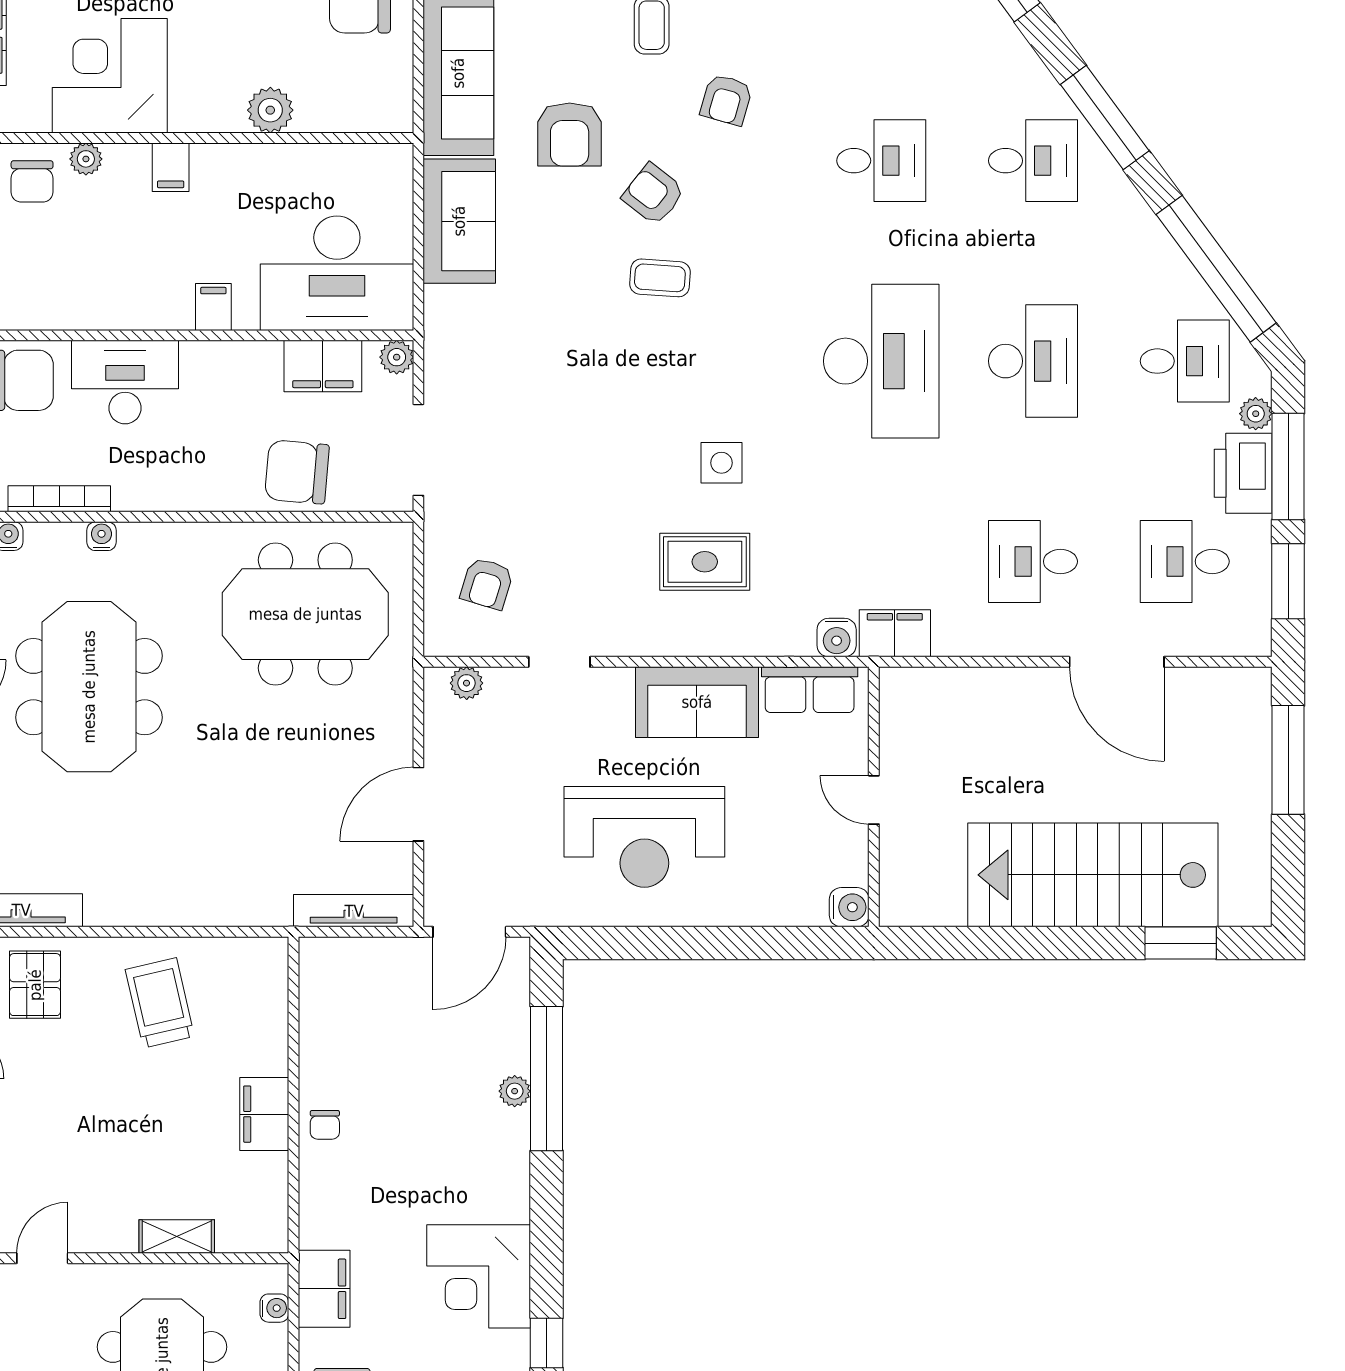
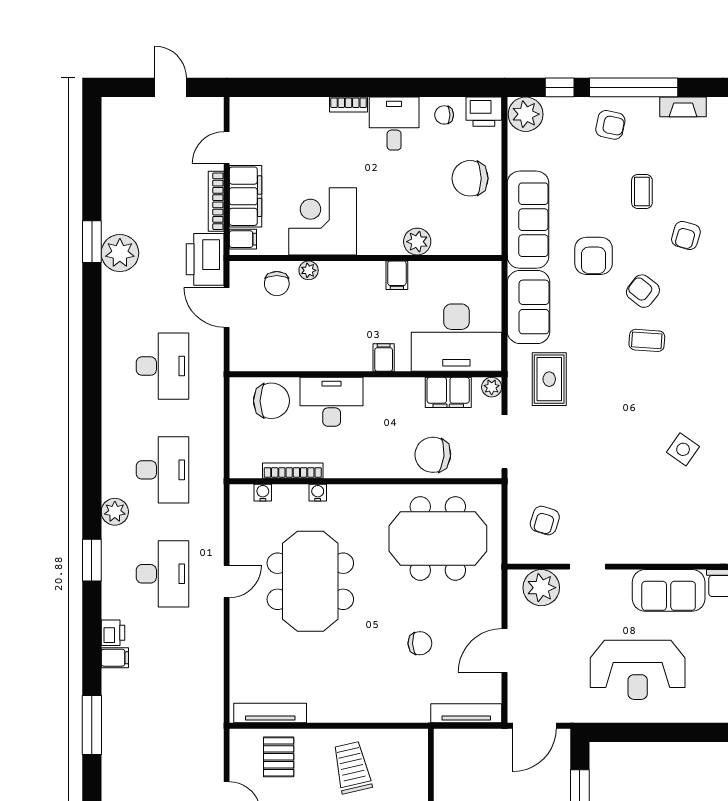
filing cabinet: (171, 167) -> (397, 275), moved
side table: (721, 463) -> (683, 449), turned 35
rug: (705, 562) -> (549, 379), moved, turned 90
plant: (467, 683) -> (541, 588), width x1.88, depth x1.88
chair: (275, 792) -> (420, 643), added

